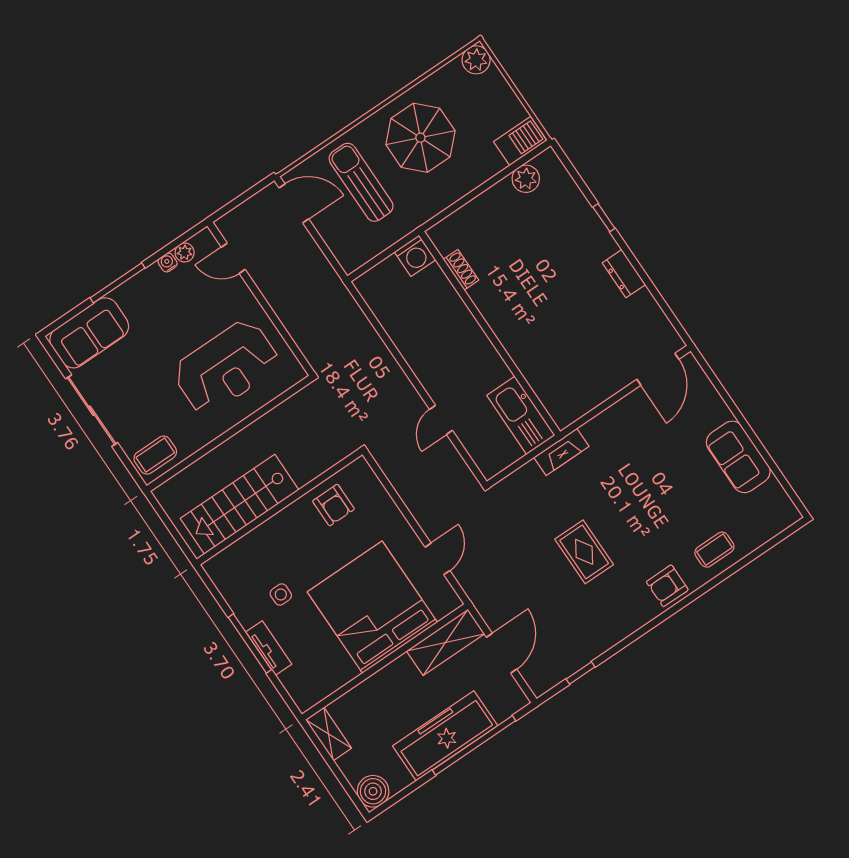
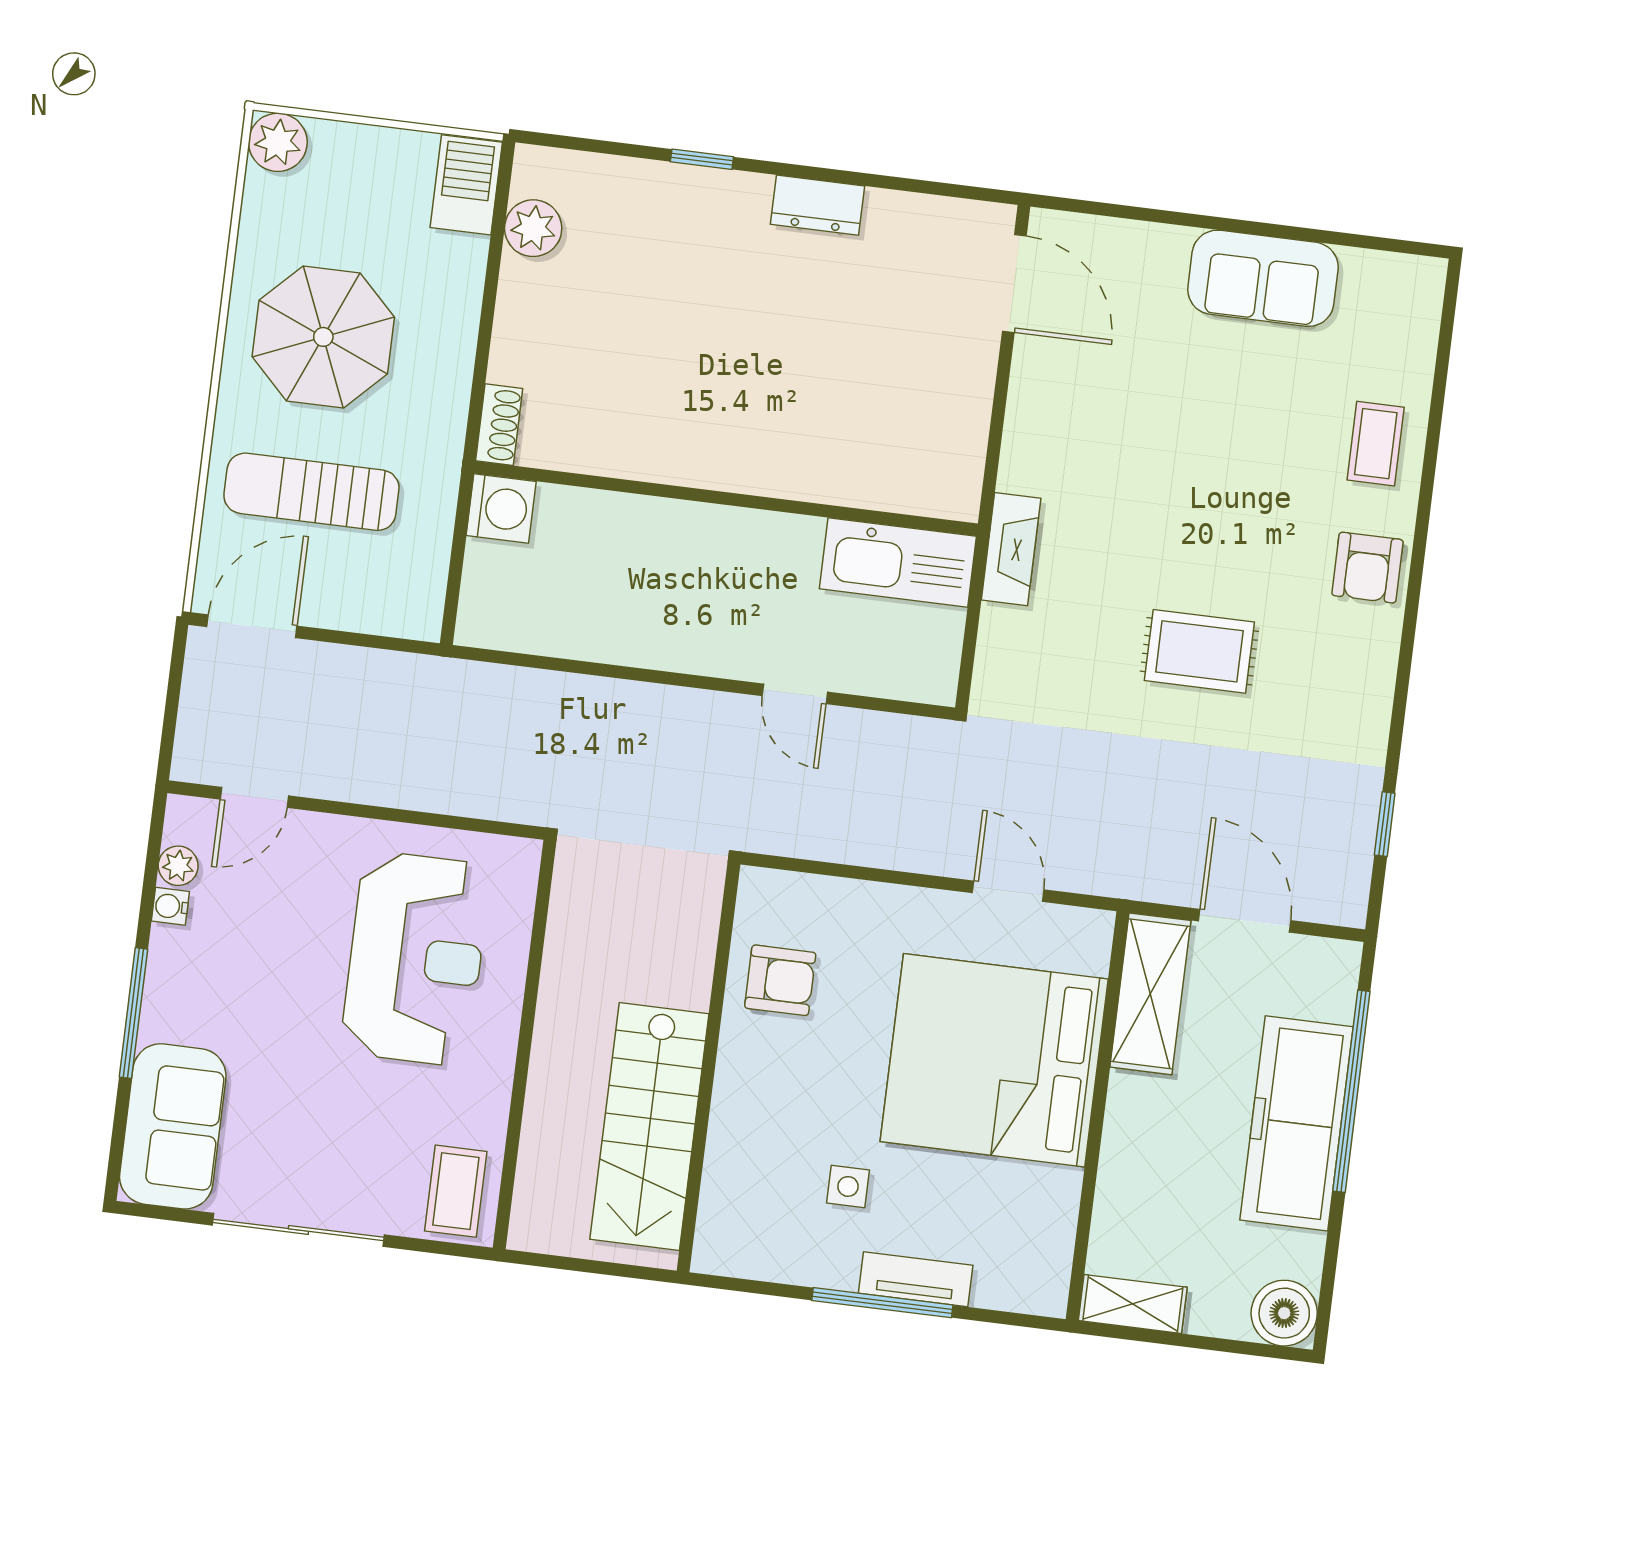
shoe rack: (461, 270) -> (499, 425), moved, turned 90

